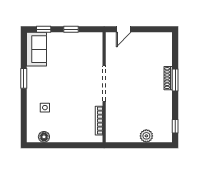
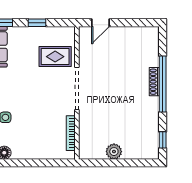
rug: (86, 57) -> (55, 57), added
window: (175, 80) -> (163, 84), width x2.11
plant: (146, 136) -> (114, 152), moved

